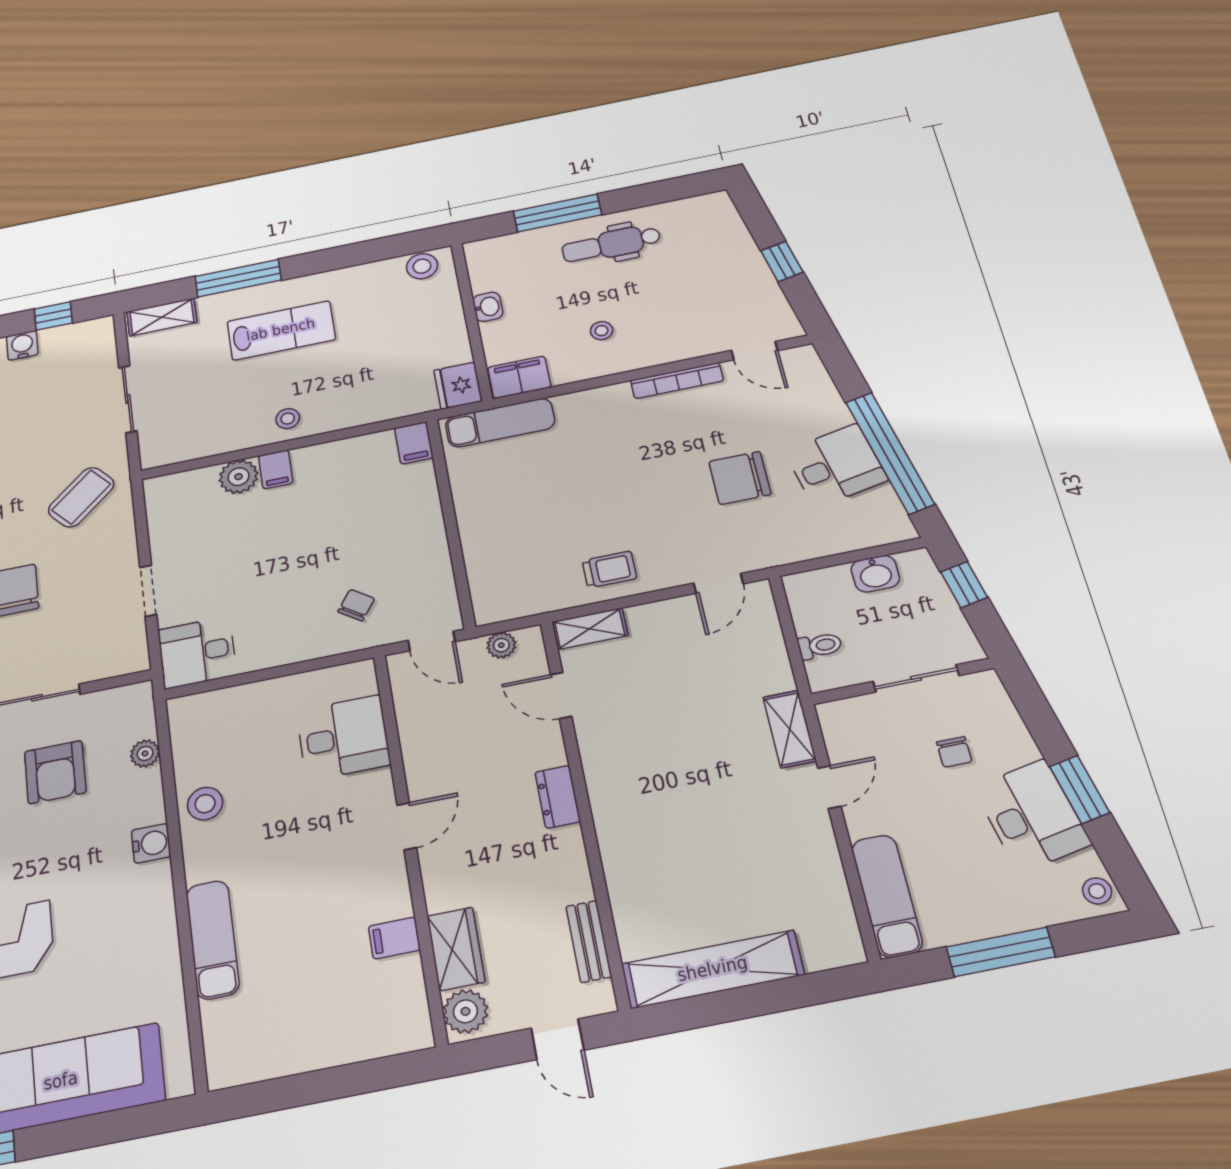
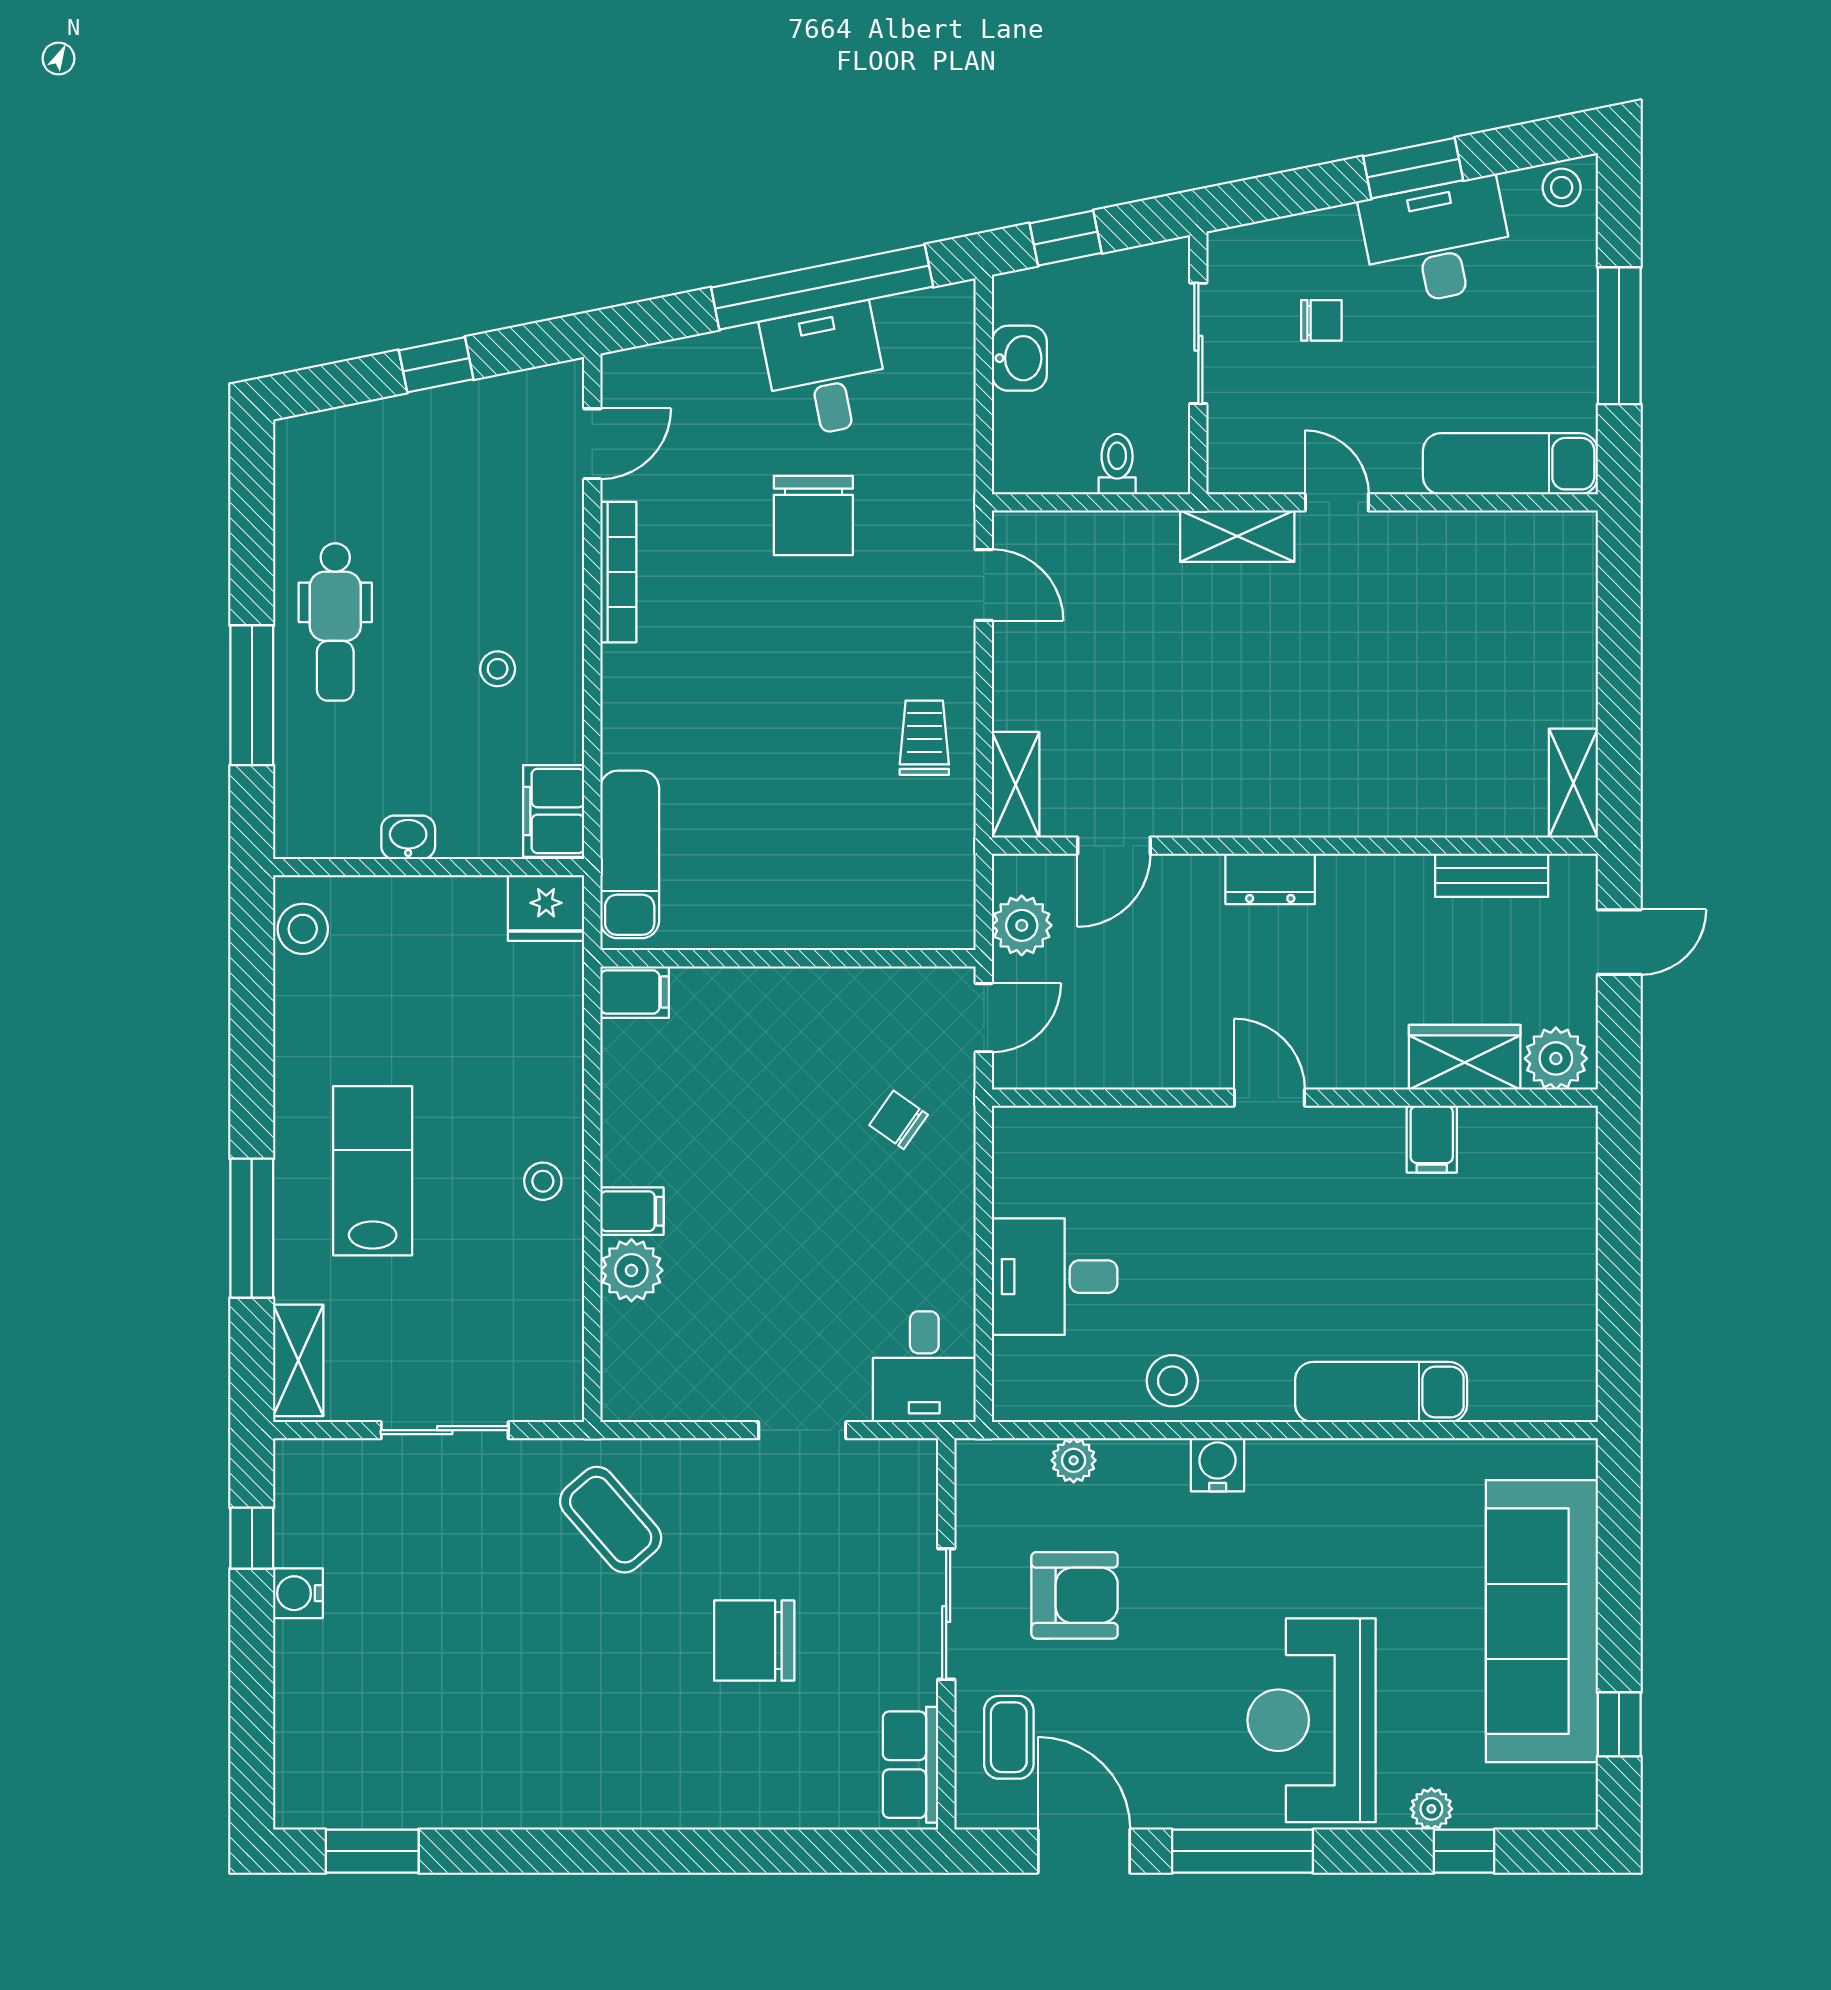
plant: (501, 645) -> (1022, 925), width x1.38, depth x1.38
desk: (343, 738) -> (1055, 1277), moved, turned -90
shelving: (713, 969) -> (1573, 783), width x0.45, depth x0.75

